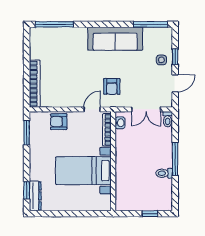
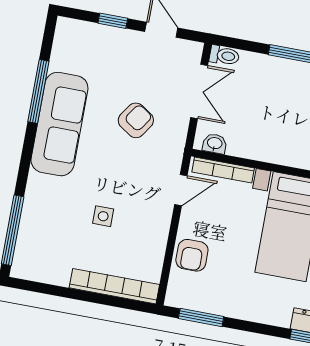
window: (151, 24) -> (38, 91), moved
side table: (161, 60) -> (103, 216), moved
armchair: (112, 86) -> (136, 120), moved, turned -56
door: (92, 109) -> (181, 190), swing flipped

